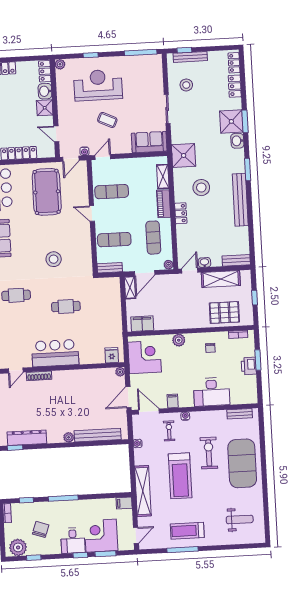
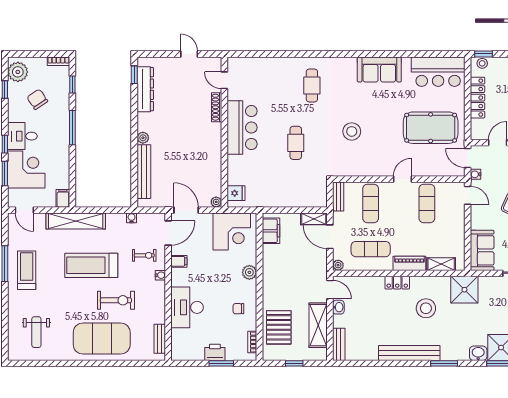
chair: (41, 529) -> (37, 99), turned -143

